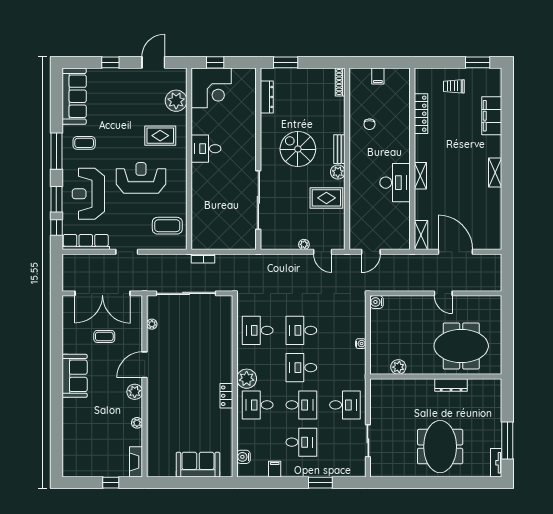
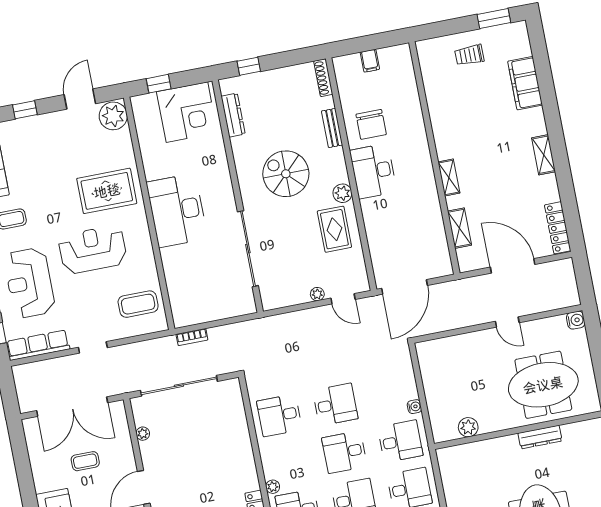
window: (286, 62) -> (249, 66), width x0.67
corner desk: (211, 88) -> (187, 112), moved
plant: (176, 101) -> (113, 116), moved
locker: (421, 114) -> (558, 228), moved, turned 180
chair: (369, 124) -> (371, 124), width x1.87, depth x1.87
rug: (160, 136) -> (107, 191), width x1.36, depth x1.43
desk: (206, 149) -> (177, 210), width x1.87, depth x1.30
bench: (339, 149) -> (332, 128), moved
desk: (395, 183) -> (373, 171), moved, turned 180
rug: (326, 198) -> (334, 229), turned 90
shelving: (421, 235) -> (459, 228), moved
door: (371, 252) -> (405, 287), width x1.87
water cooler: (377, 302) -> (576, 320), moved, turned 180
desk: (301, 330) -> (335, 404), turned 180
desk: (345, 368) -> (400, 441), added
plant: (247, 379) -> (273, 487), width x0.53, depth x0.53

